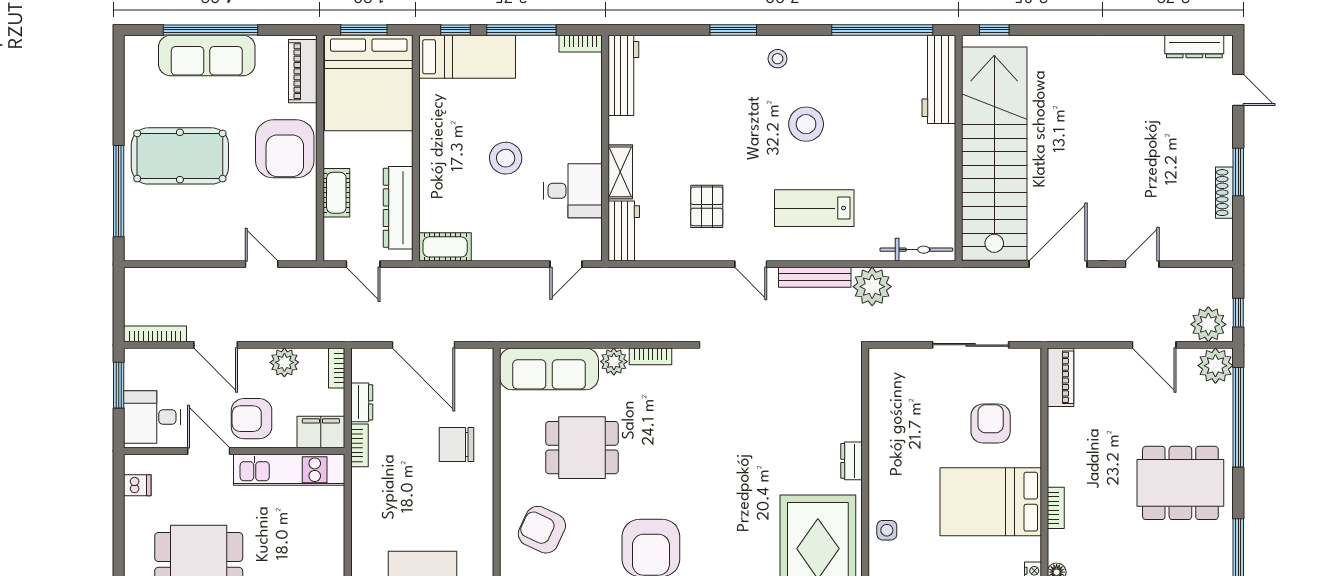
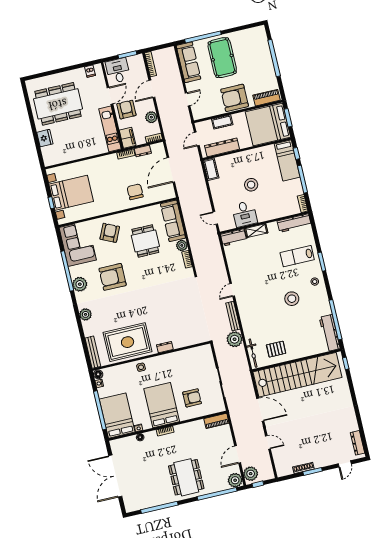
sofa: (207, 55) -> (188, 62), moved, turned 180
workbench: (939, 79) -> (330, 333), moved, turned -90
pallet: (707, 206) -> (276, 349), moved
lab bench: (814, 208) -> (297, 256), moved, turned -90

